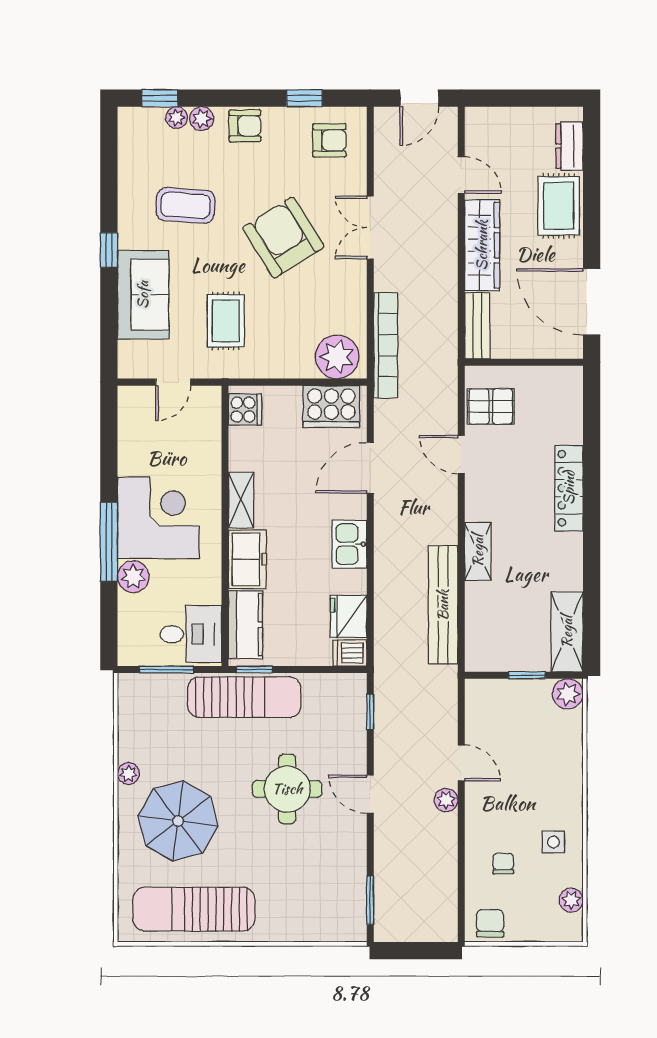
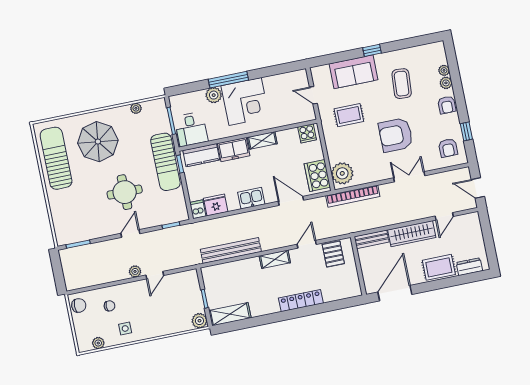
window: (160, 98) -> (452, 60), removed
armchair: (283, 237) -> (396, 135), turned -148
shelving: (478, 551) -> (275, 259), moved
plant: (128, 773) -> (136, 108), moved

